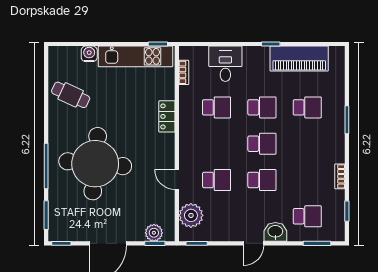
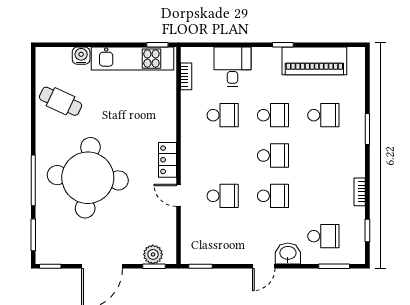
locker: (167, 116) -> (168, 160), moved
plant: (191, 215) -> (194, 235), removed

